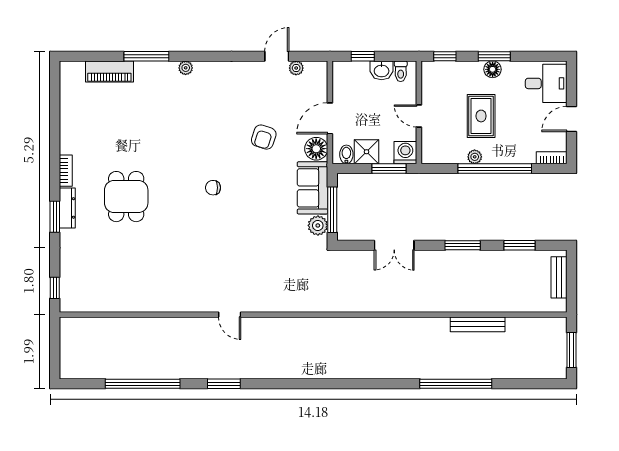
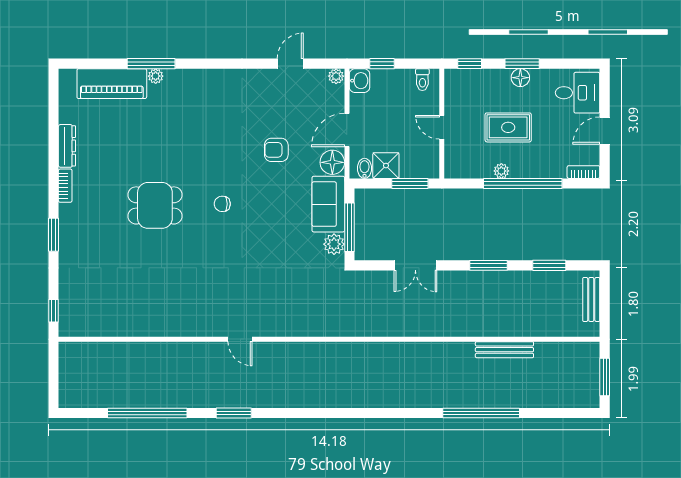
plant: (186, 68) -> (156, 76), moved
plant: (296, 68) -> (336, 76), moved
washbasin: (382, 70) -> (359, 81), moved, turned -90
piano: (109, 71) -> (112, 84), width x1.37, depth x1.33
rug: (481, 116) -> (508, 127), turned 90
armchair: (264, 137) -> (276, 150), turned 72
washing machine: (405, 153) -> (427, 166), removed
dining table: (126, 197) -> (155, 205), moved, turned 90
dresser: (67, 208) -> (67, 146), moved

